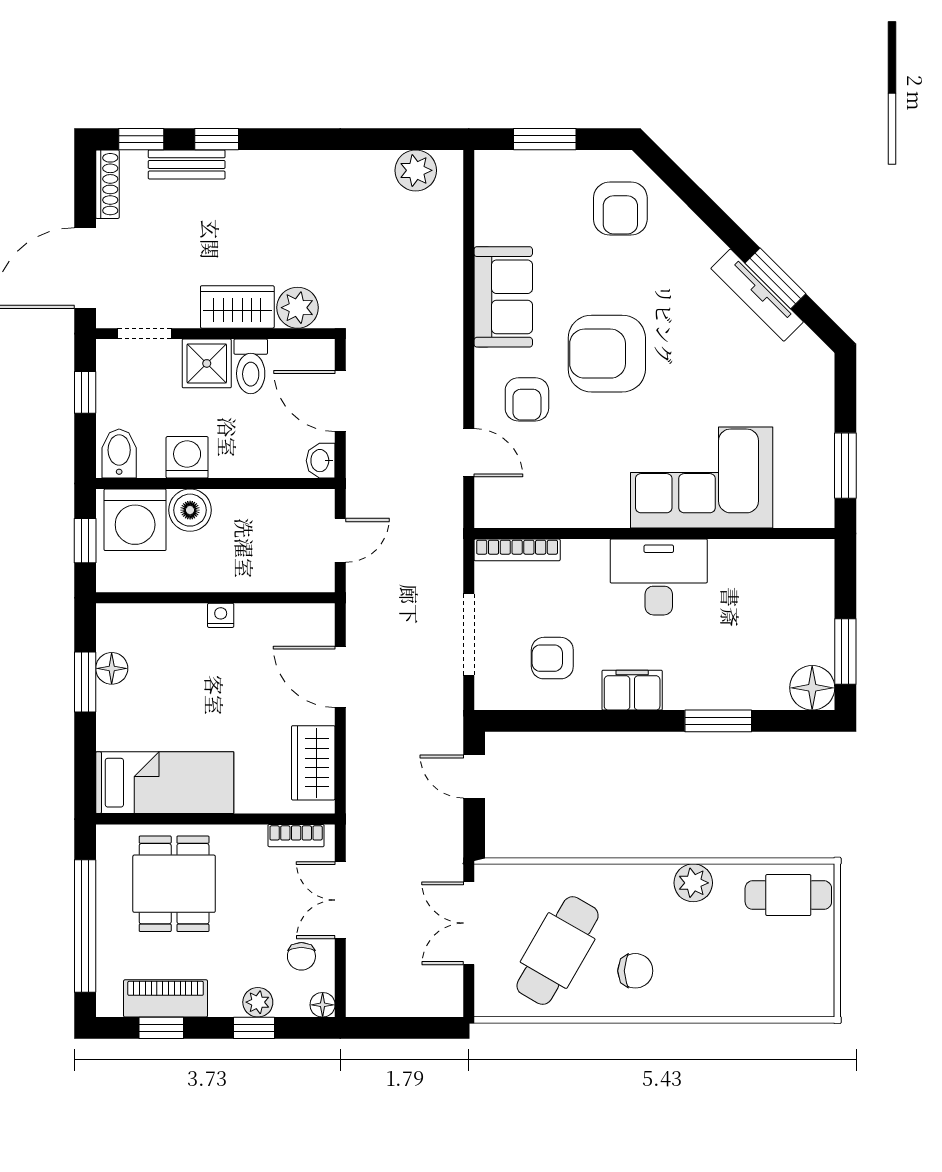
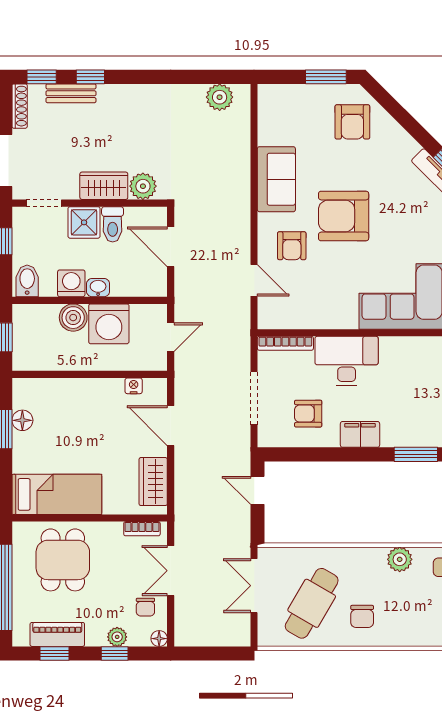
window: (545, 139) -> (326, 77), moved
washbasin: (321, 461) -> (98, 288), moved, turned 90
washing machine: (135, 520) -> (109, 324), moved
desk: (659, 577) -> (347, 361), moved
nightstand: (221, 615) -> (134, 386), moved
chair: (635, 971) -> (362, 616), turned 90

